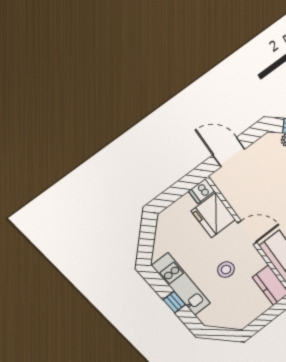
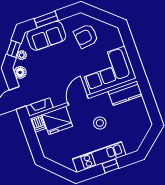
floor lamp: (264, 145) -> (20, 72), added
fireplace: (225, 186) -> (39, 107), added

